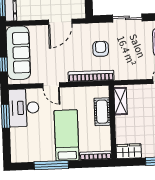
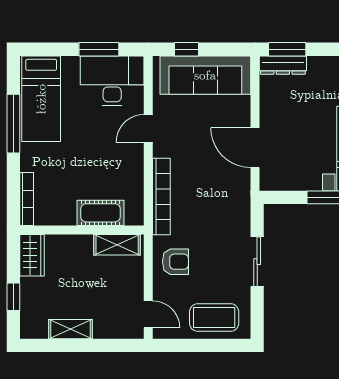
armchair: (101, 49) -> (175, 262), moved
bed: (67, 135) -> (41, 99), moved, turned 90

